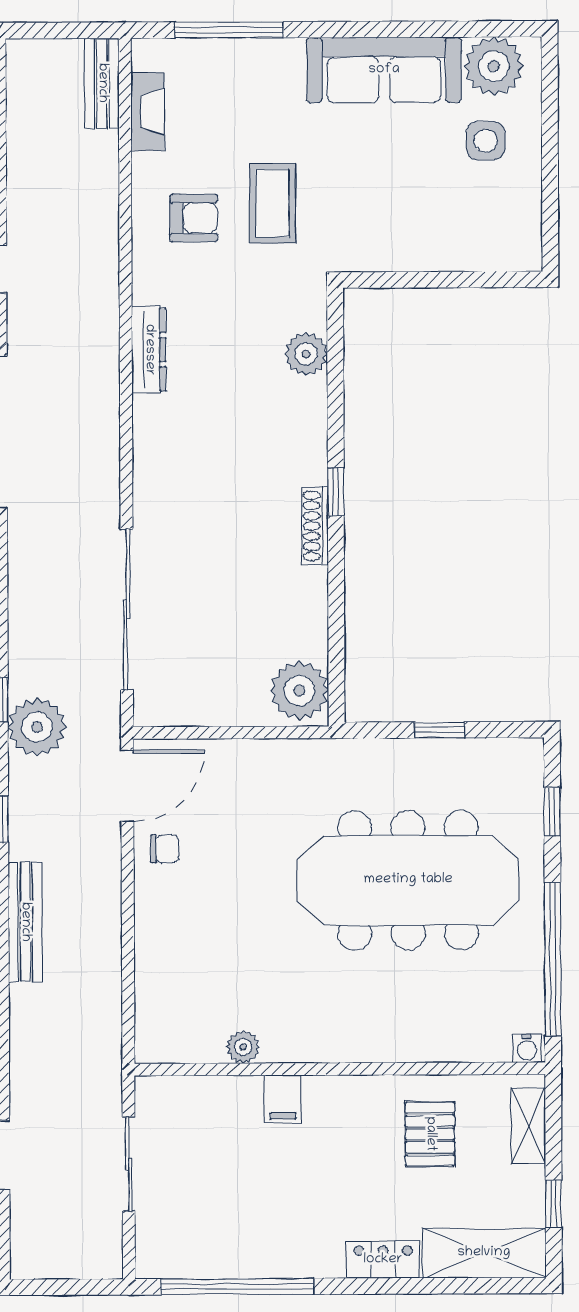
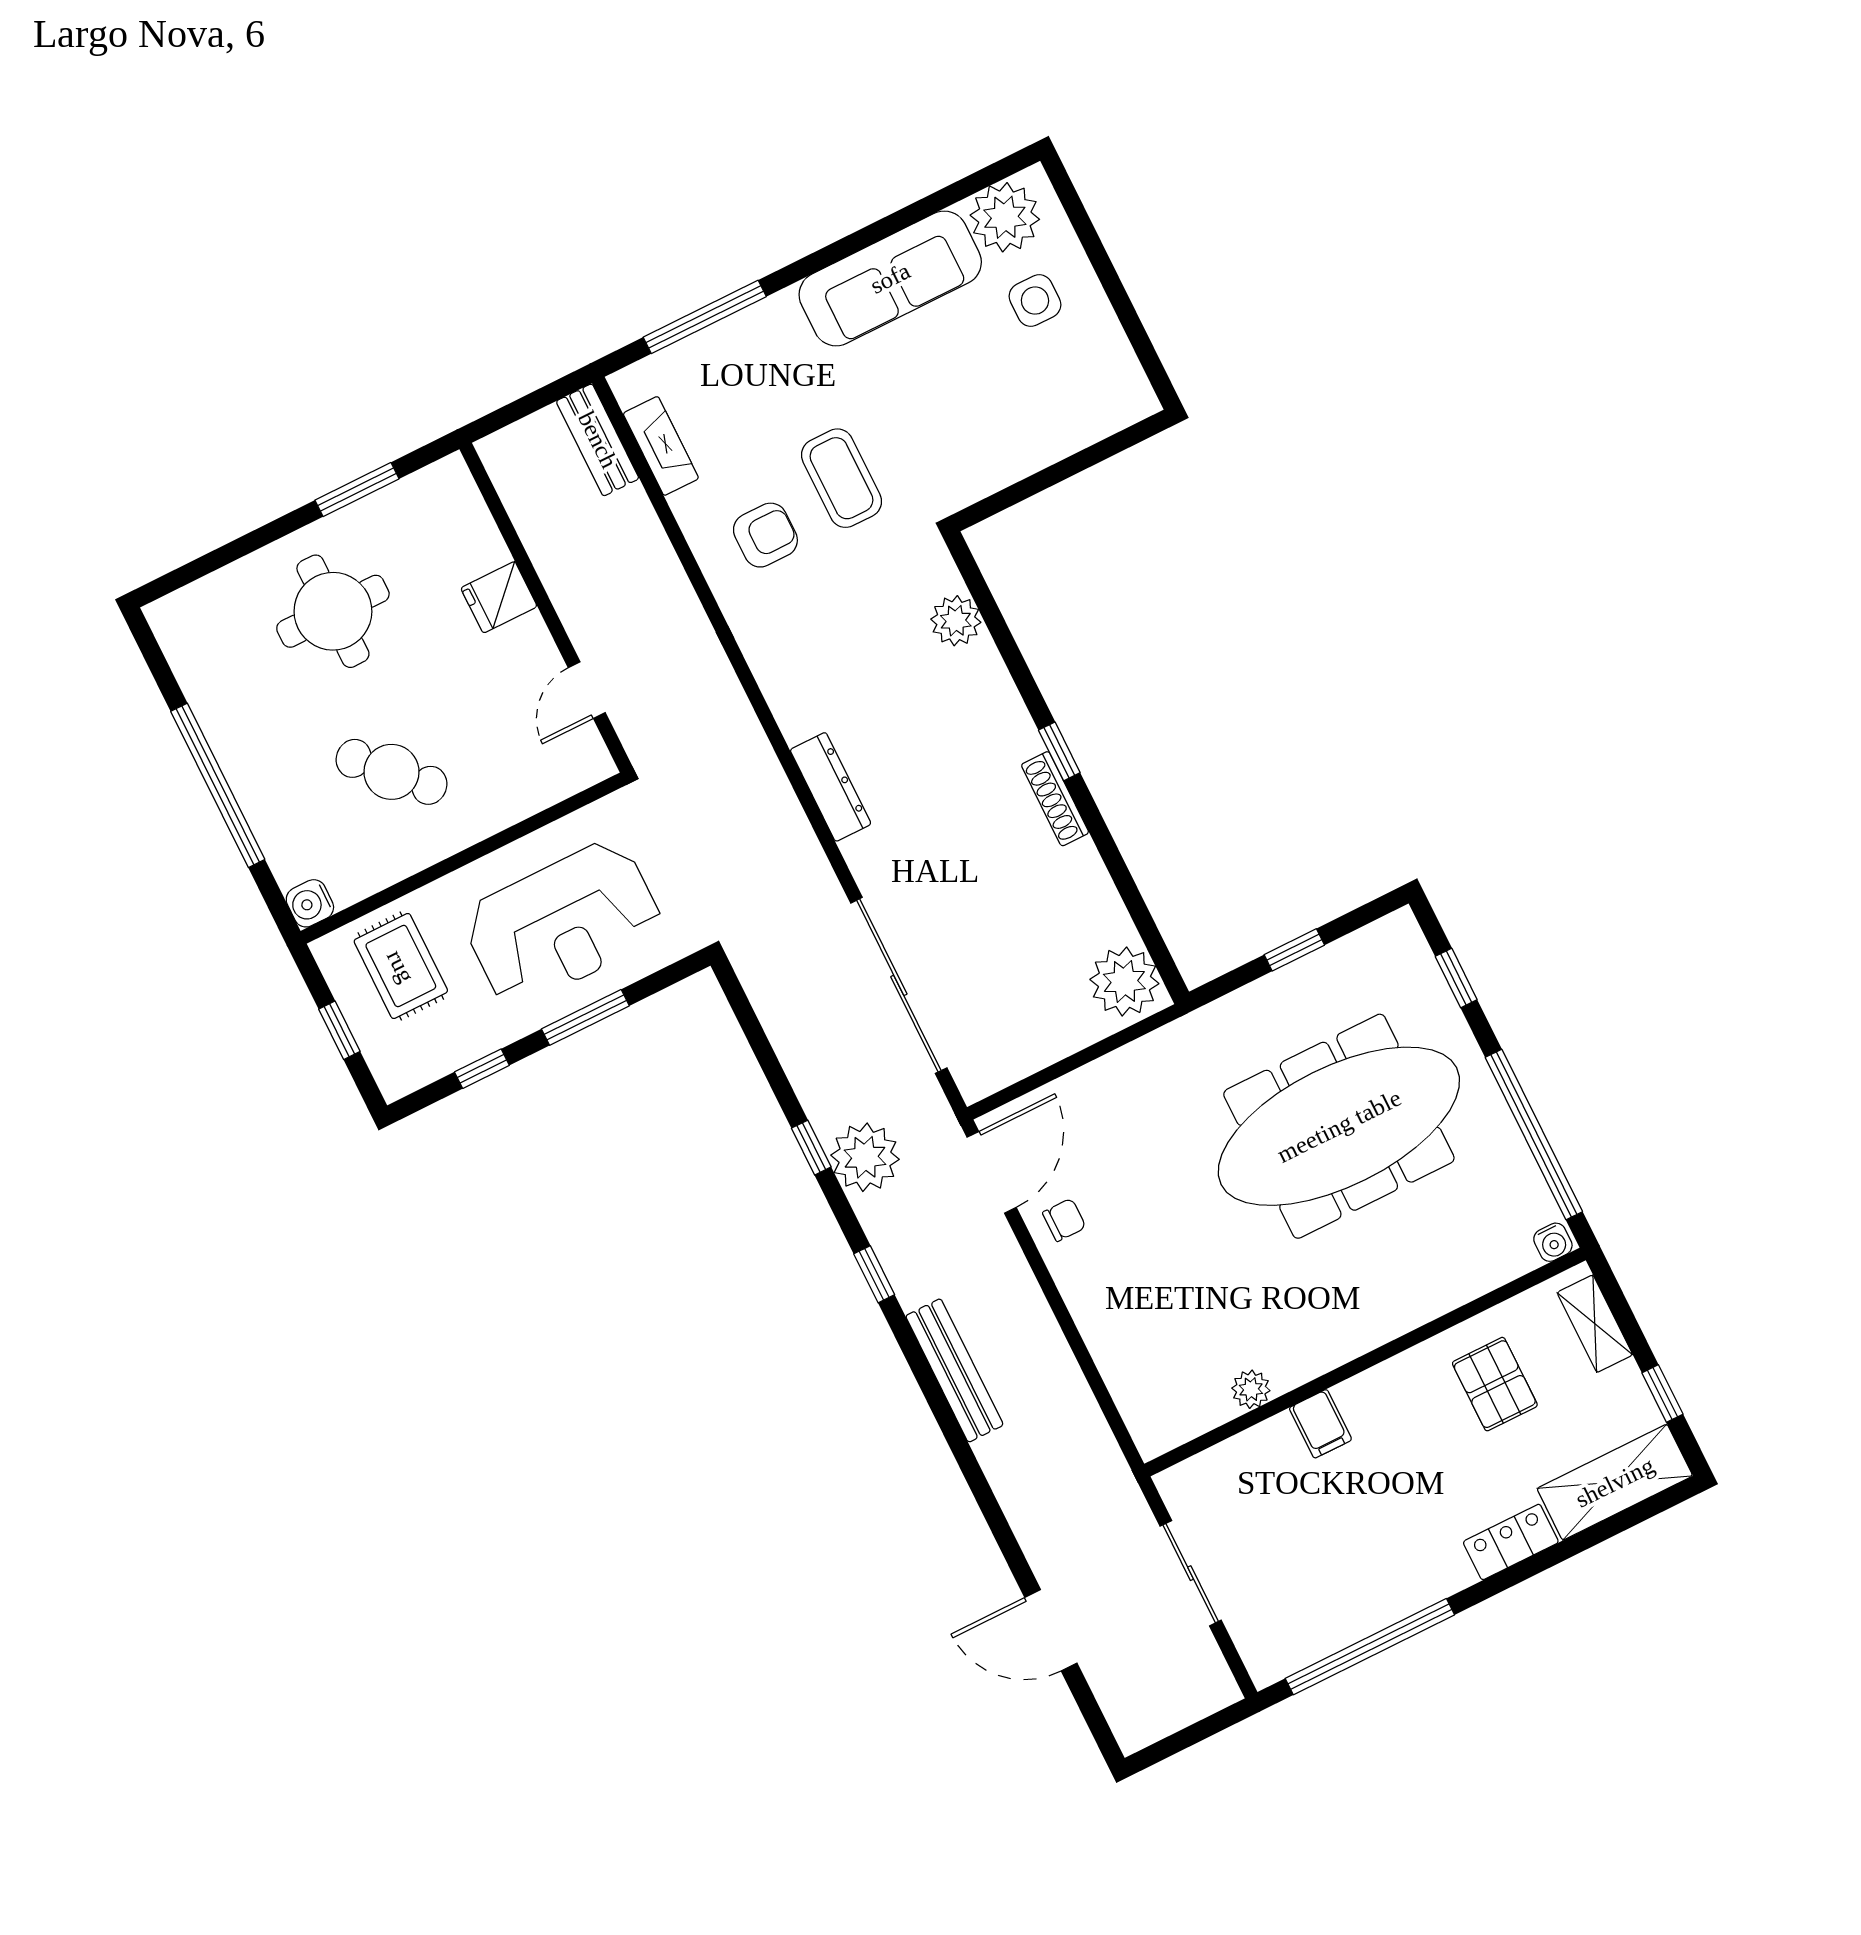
dresser: (149, 350) -> (831, 787), moved

